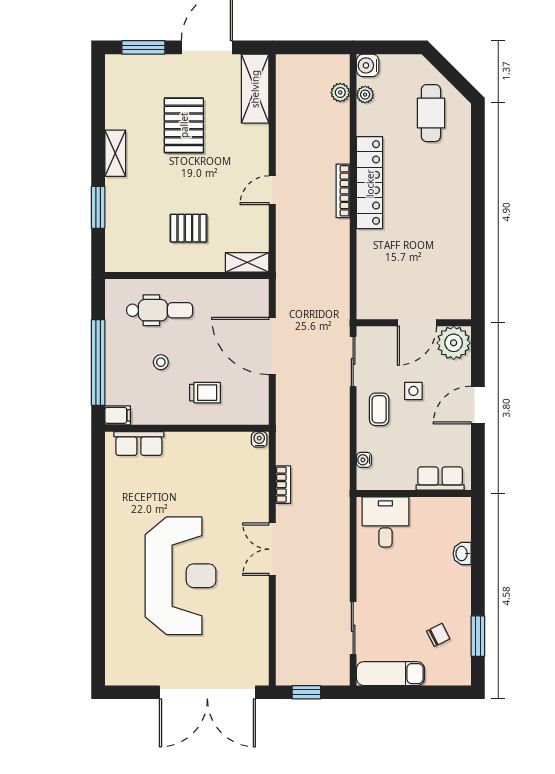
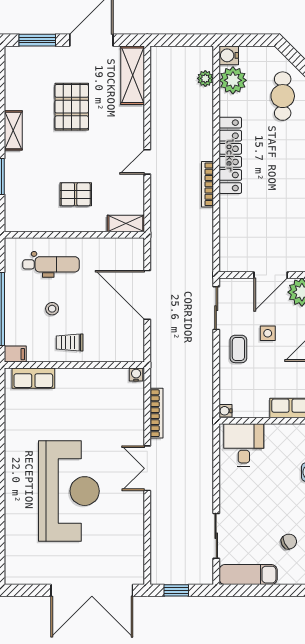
plant: (365, 95) -> (233, 80), width x1.87, depth x1.87
bookcase: (343, 191) -> (208, 184), moved
trolley: (205, 393) -> (70, 343), moved, turned 180
water cooler: (364, 460) -> (226, 411), moved
bookcase: (283, 485) -> (156, 413), width x1.56

